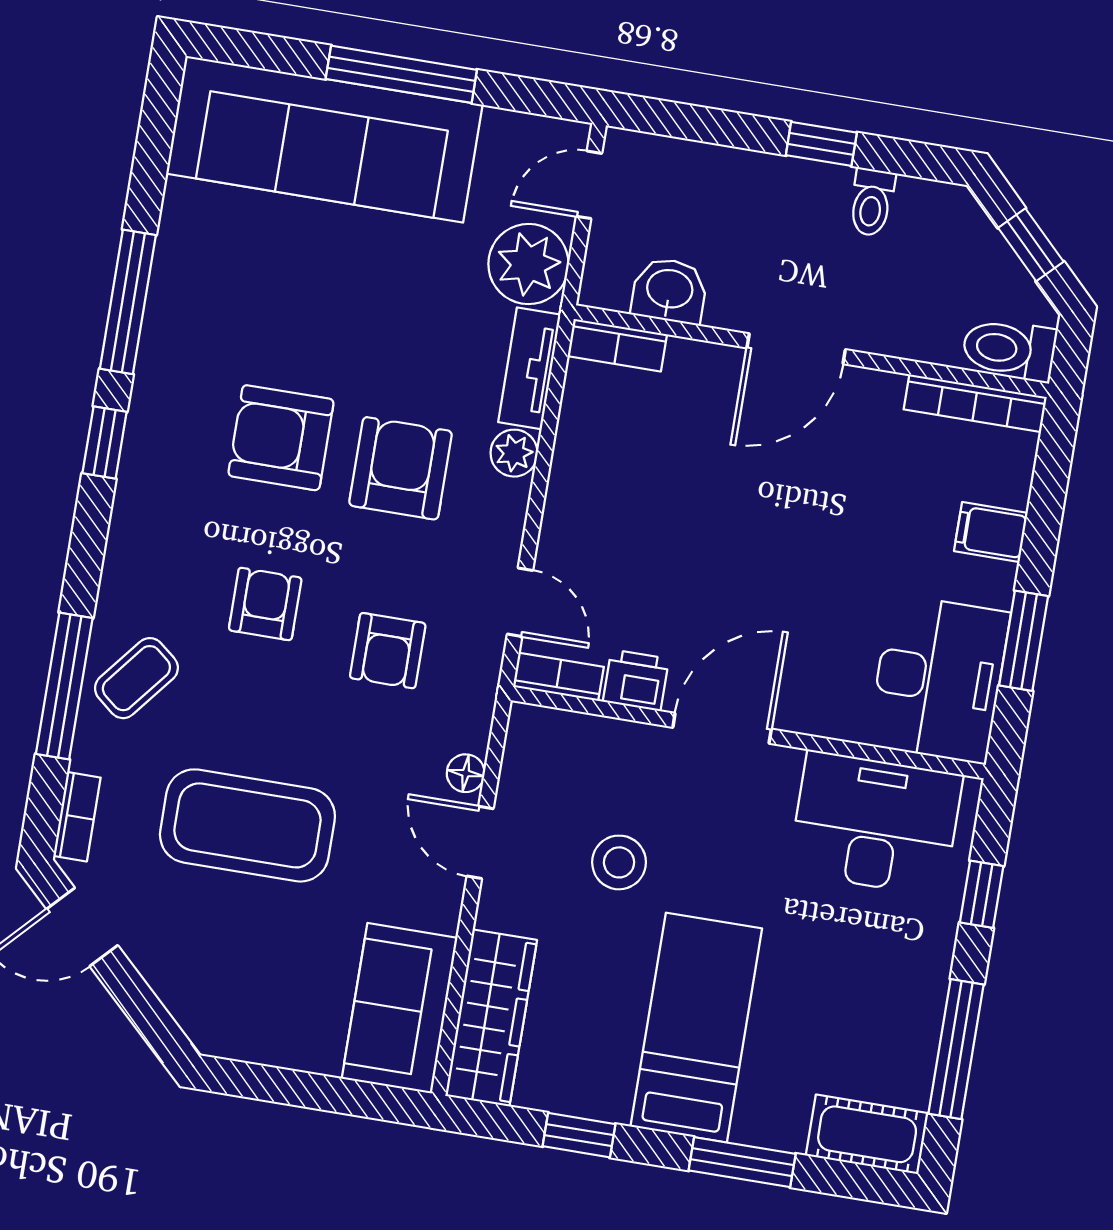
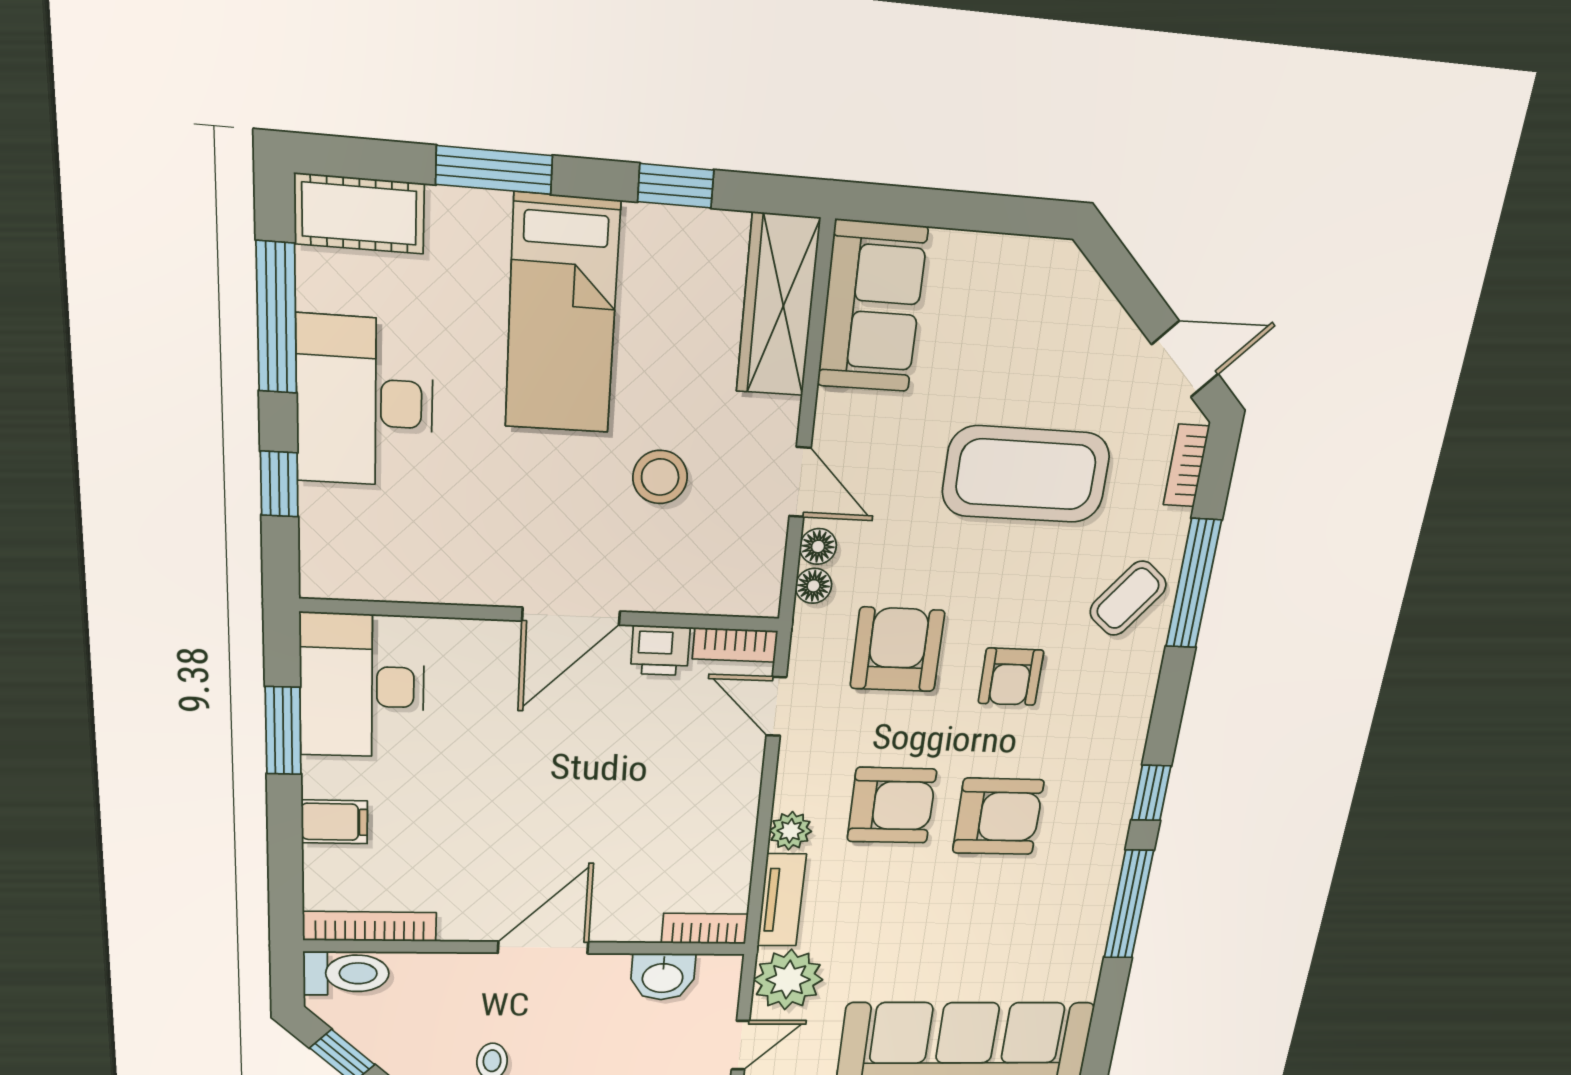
armchair: (401, 468) -> (892, 805), turned -90
armchair: (388, 651) -> (897, 650), width x1.38, depth x1.38
floor lamp: (473, 732) -> (814, 586), added
desk: (875, 824) -> (365, 402), moved, turned 90

